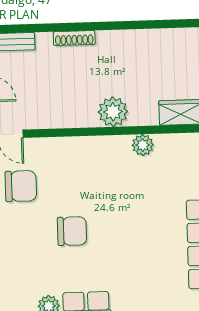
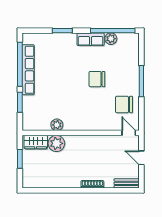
plant: (113, 112) -> (56, 143), moved

